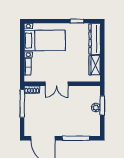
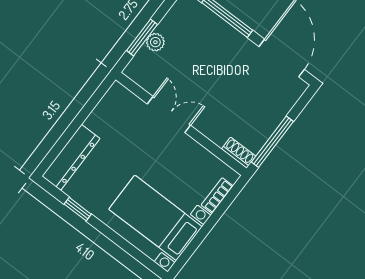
wardrobe: (95, 65) -> (104, 114), removed
double door: (57, 84) -> (169, 115), moved

